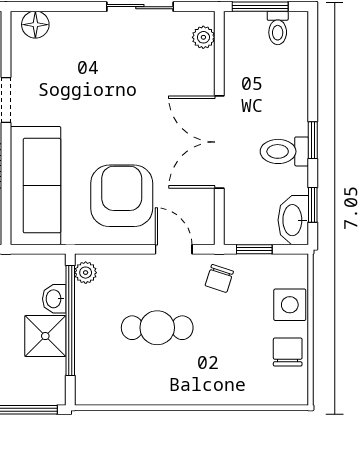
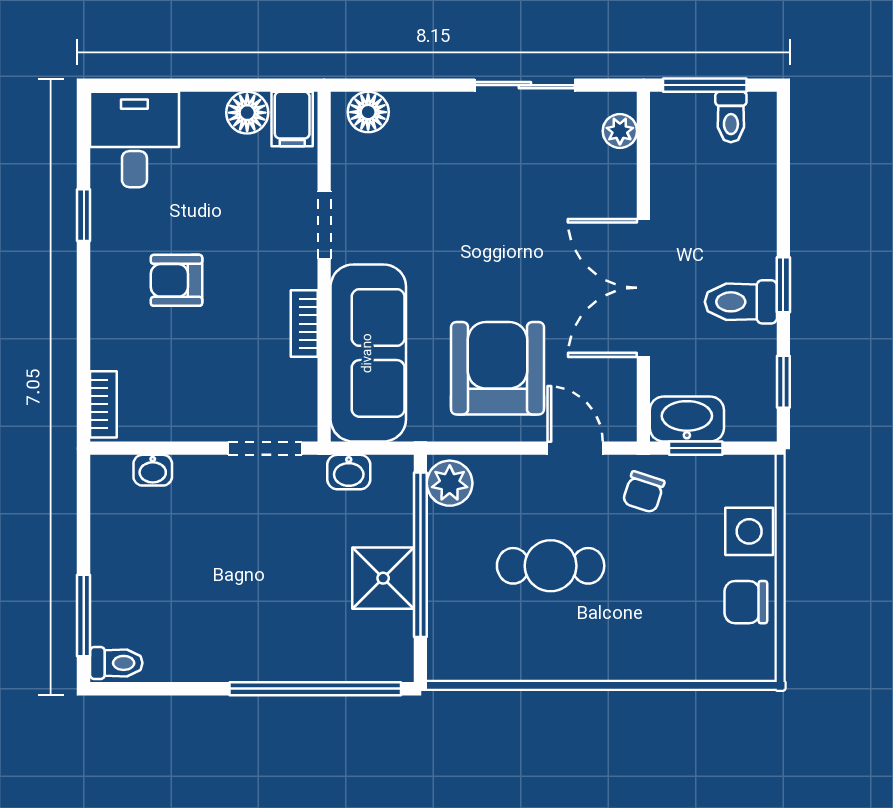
washbasin: (293, 220) -> (687, 419), moved, turned 90
plant: (86, 273) -> (450, 483), width x1.38, depth x1.38
washbasin: (54, 299) -> (349, 472), moved, turned -90
chair: (288, 352) -> (746, 602), turned -90

